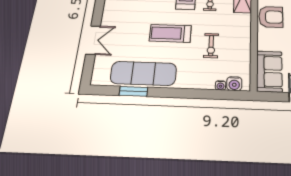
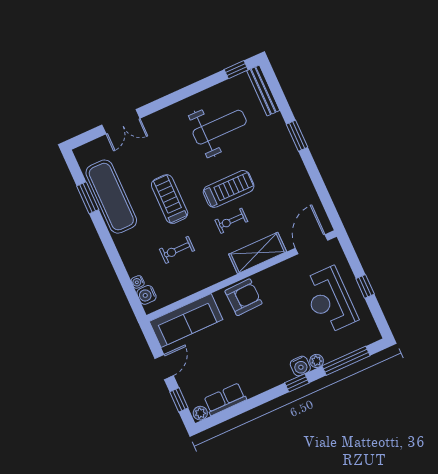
armchair: (271, 17) -> (243, 297), turned -92
sofa: (269, 71) -> (186, 321), width x1.36

